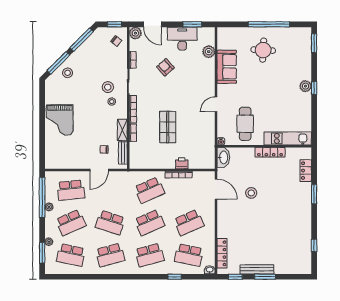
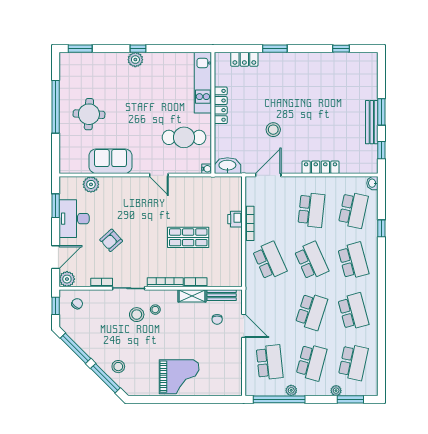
school desk: (71, 223) -> (311, 362), turned 39
school desk: (189, 223) -> (311, 210), turned 30
locker: (222, 253) -> (320, 167), moved

